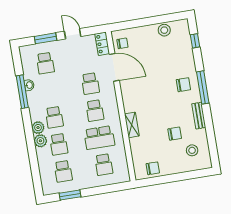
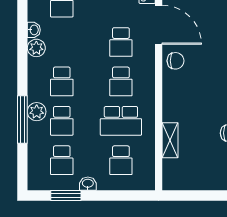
window: (22, 92) -> (22, 119), moved
shelving: (132, 125) -> (170, 140), moved
plant: (38, 128) -> (36, 48), moved
chair: (153, 168) -> (175, 61), moved
washbasin: (84, 184) -> (88, 184), added

